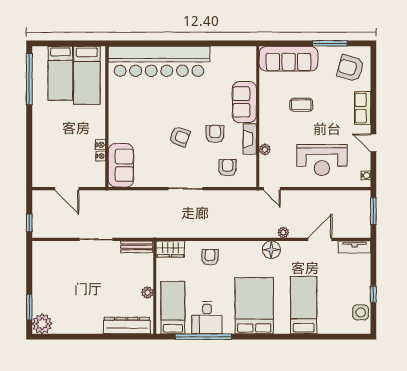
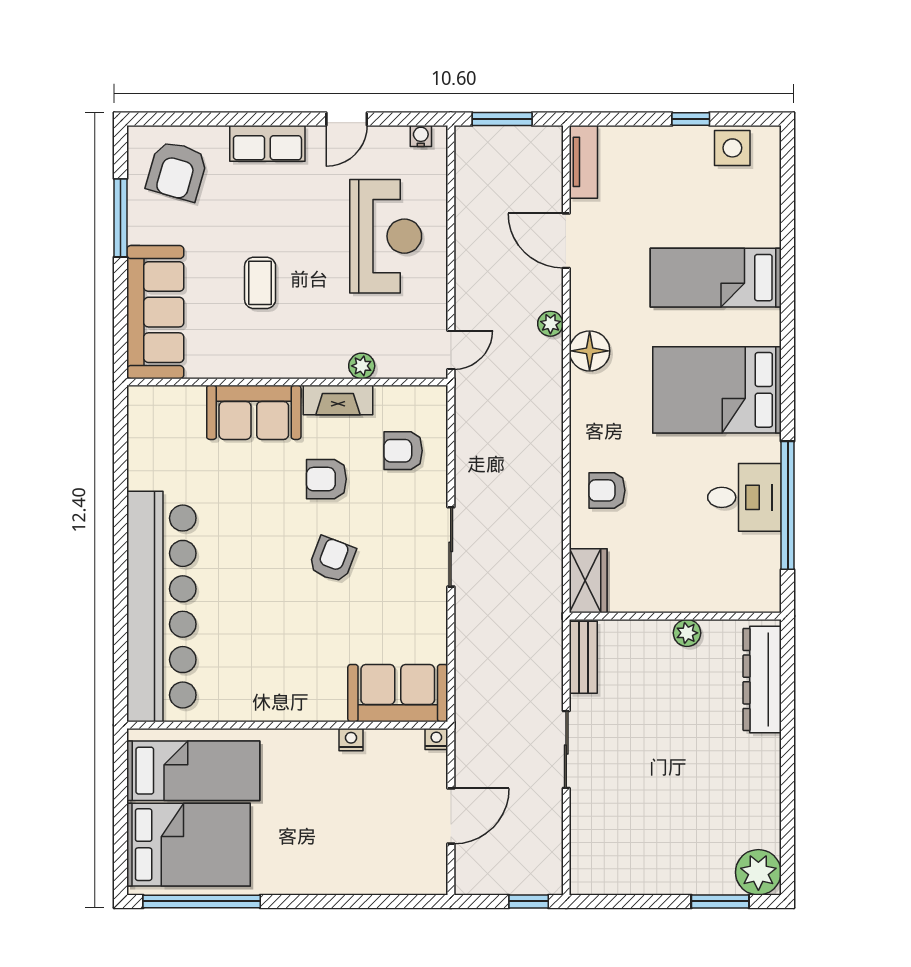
bed: (60, 73) -> (188, 845), width x1.50
nightstand: (101, 156) -> (436, 739), moved
bed: (173, 308) -> (721, 575), removed

